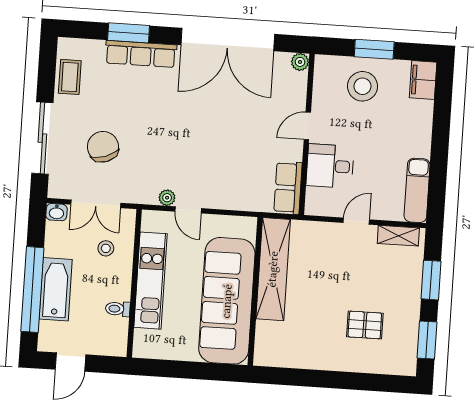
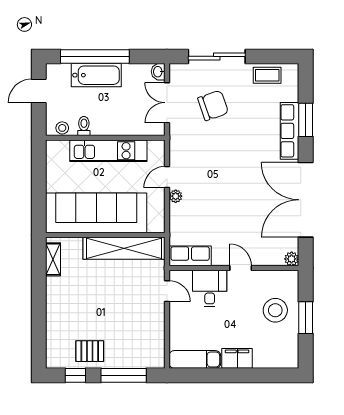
filing cabinet: (423, 80) -> (237, 358), moved
plant: (167, 198) -> (176, 196), moved
door: (356, 221) -> (167, 291), moved
shelving: (398, 236) -> (53, 259), moved
stool: (106, 248) -> (62, 128), moved
window: (431, 280) -> (124, 375), width x1.44
pallet: (365, 325) -> (90, 351), moved, turned 90
window: (427, 340) -> (75, 375), width x0.67
door: (70, 362) -> (39, 91), hinge flipped

